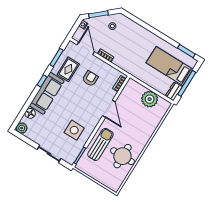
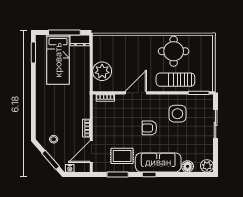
armchair: (90, 79) -> (149, 128), moved
plant: (150, 99) -> (102, 71), moved

